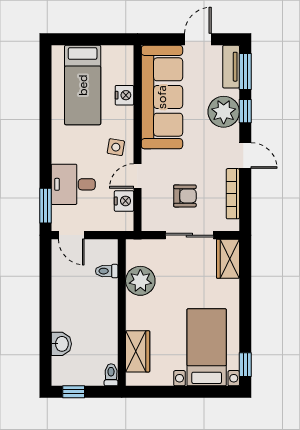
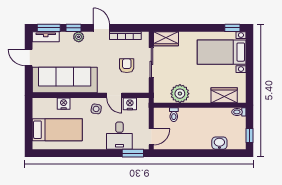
plant: (224, 112) -> (79, 37), width x0.53, depth x0.53
door: (245, 156) -> (101, 28), hinge flipped

